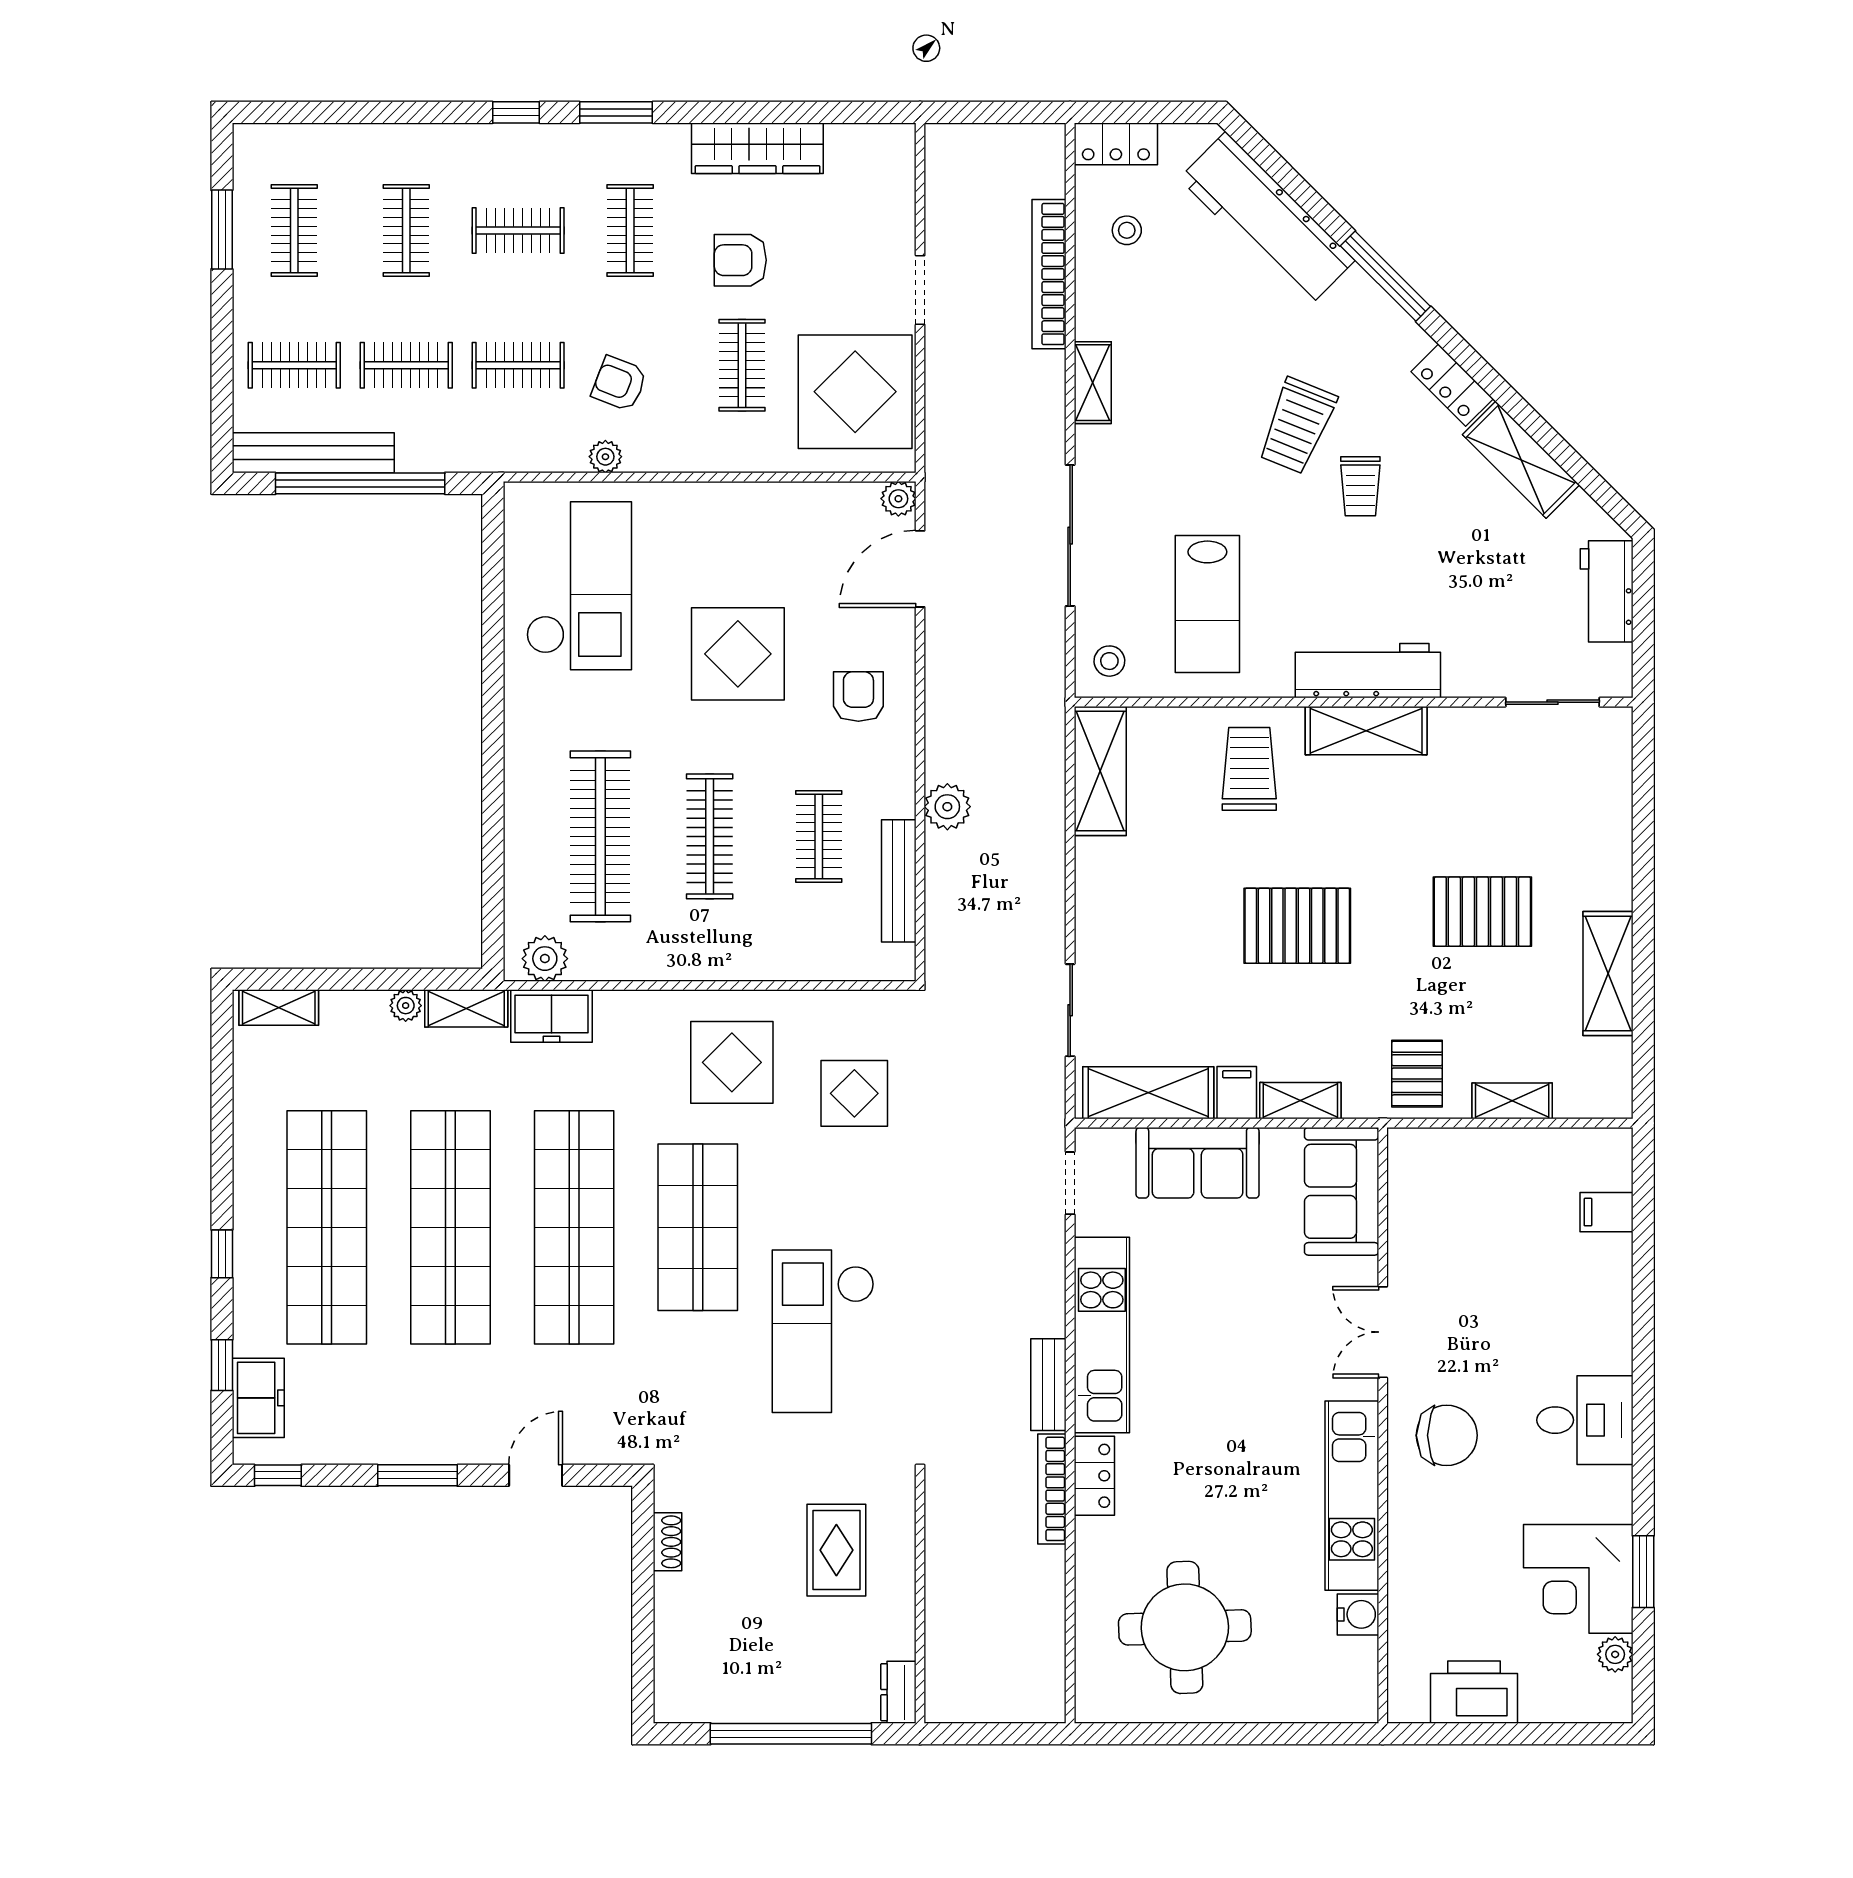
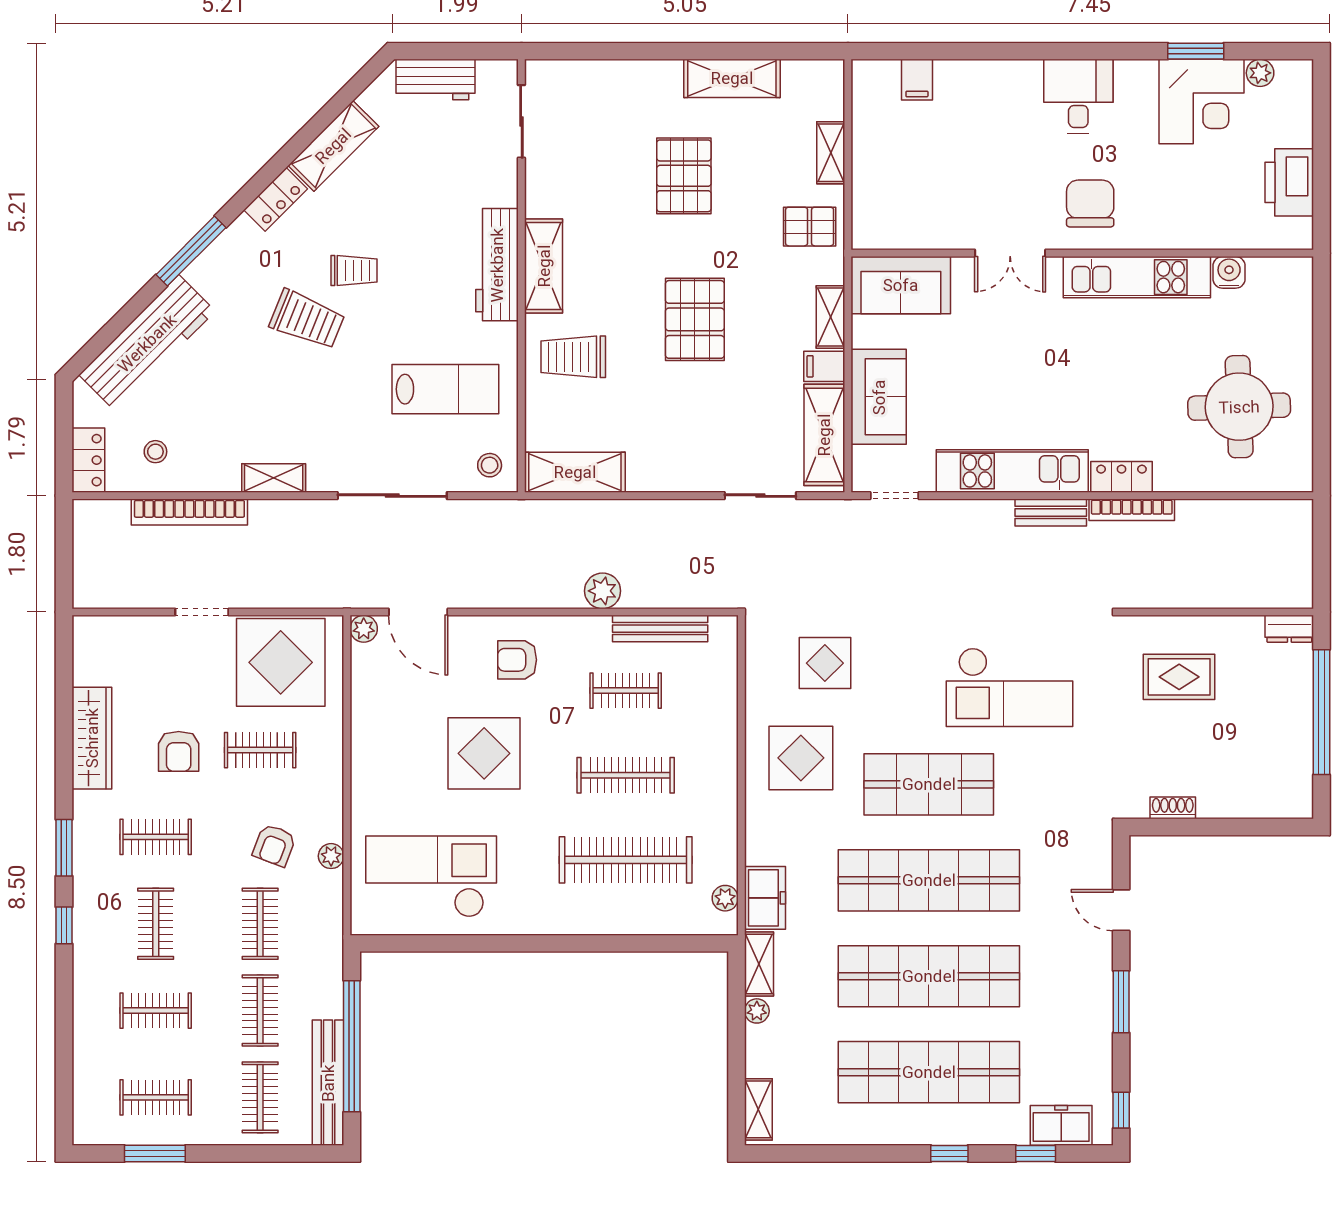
plant: (545, 959) -> (725, 898), width x0.73, depth x0.73

